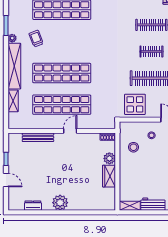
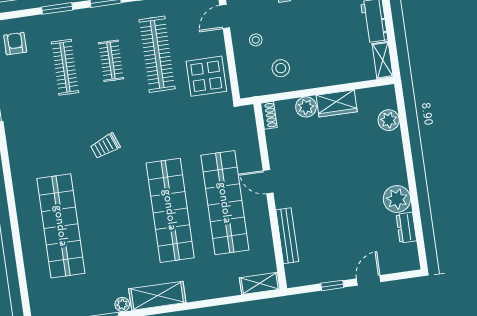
trolley: (36, 39) -> (105, 146), moved
shelving: (14, 66) -> (157, 296), width x0.68
shelving: (13, 101) -> (260, 283), moved
plant: (60, 203) -> (397, 199), moved
plant: (95, 204) -> (389, 120), added

